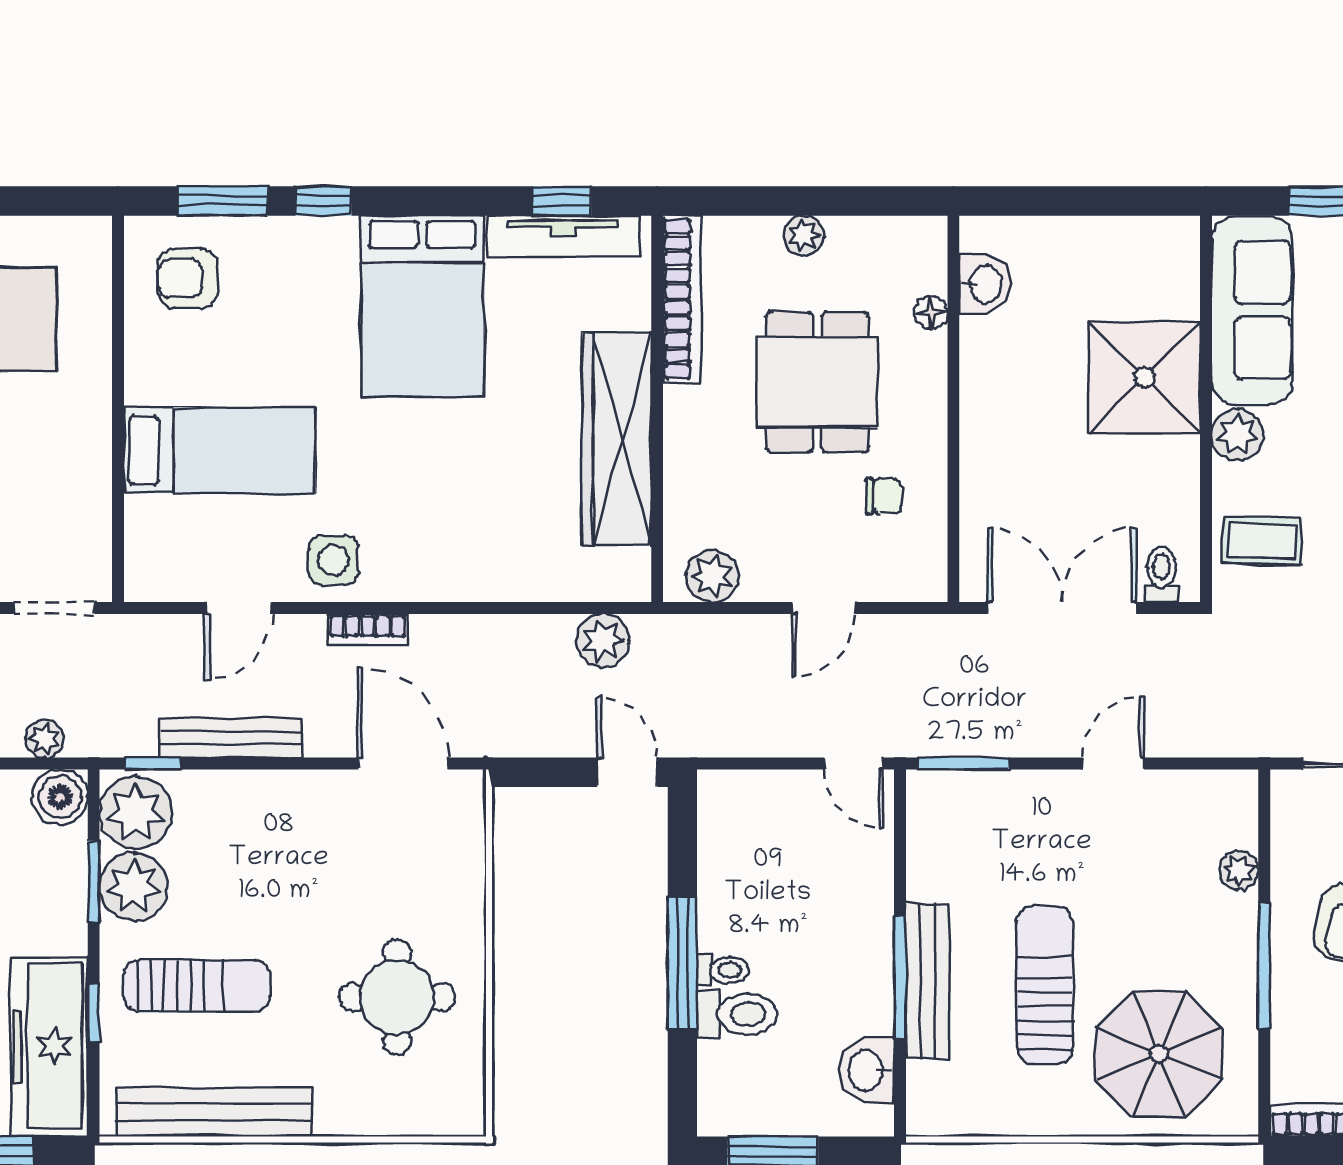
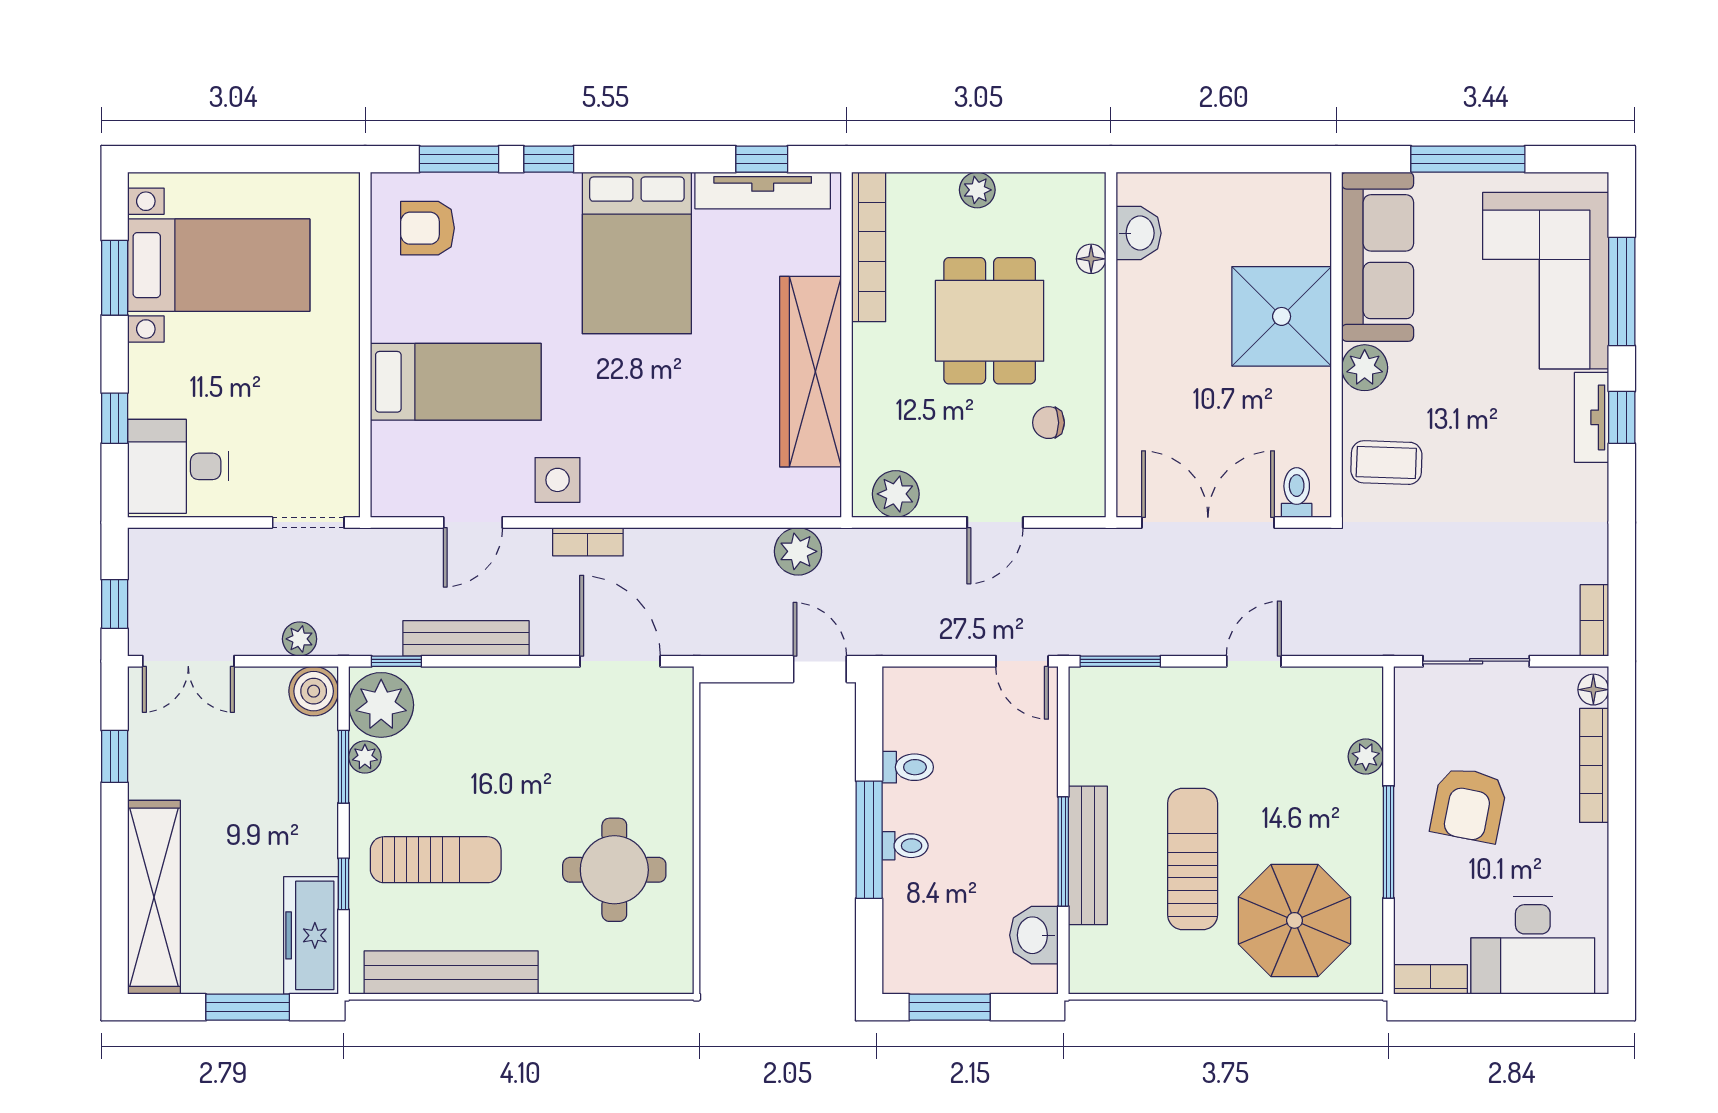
chair: (883, 496) -> (1049, 423), turned 180
plant: (133, 887) -> (365, 757), width x0.53, depth x0.53
toilet: (737, 1014) -> (908, 767), moved, width x0.73, depth x0.72
freezer: (49, 1047) -> (311, 935), width x0.73, depth x0.79

